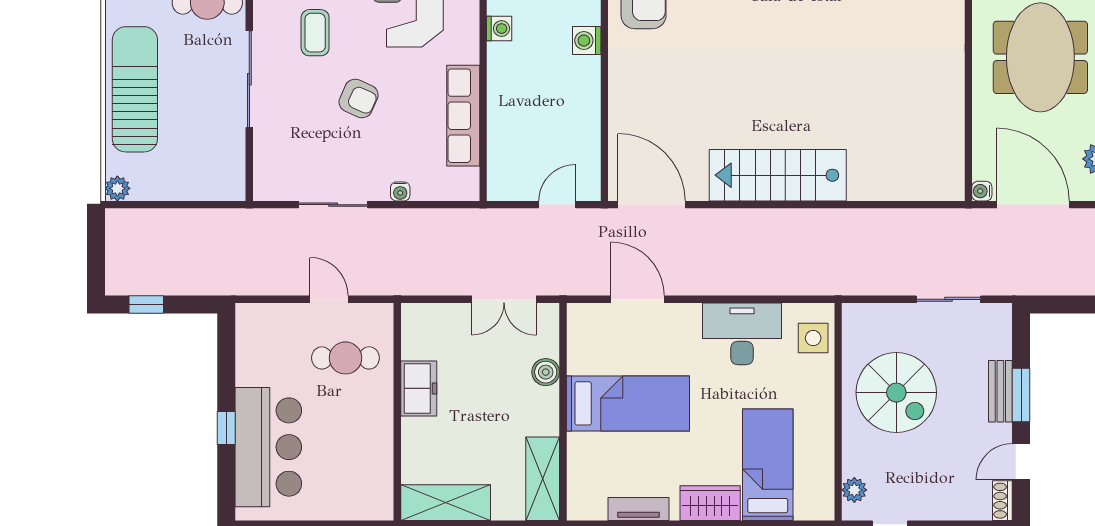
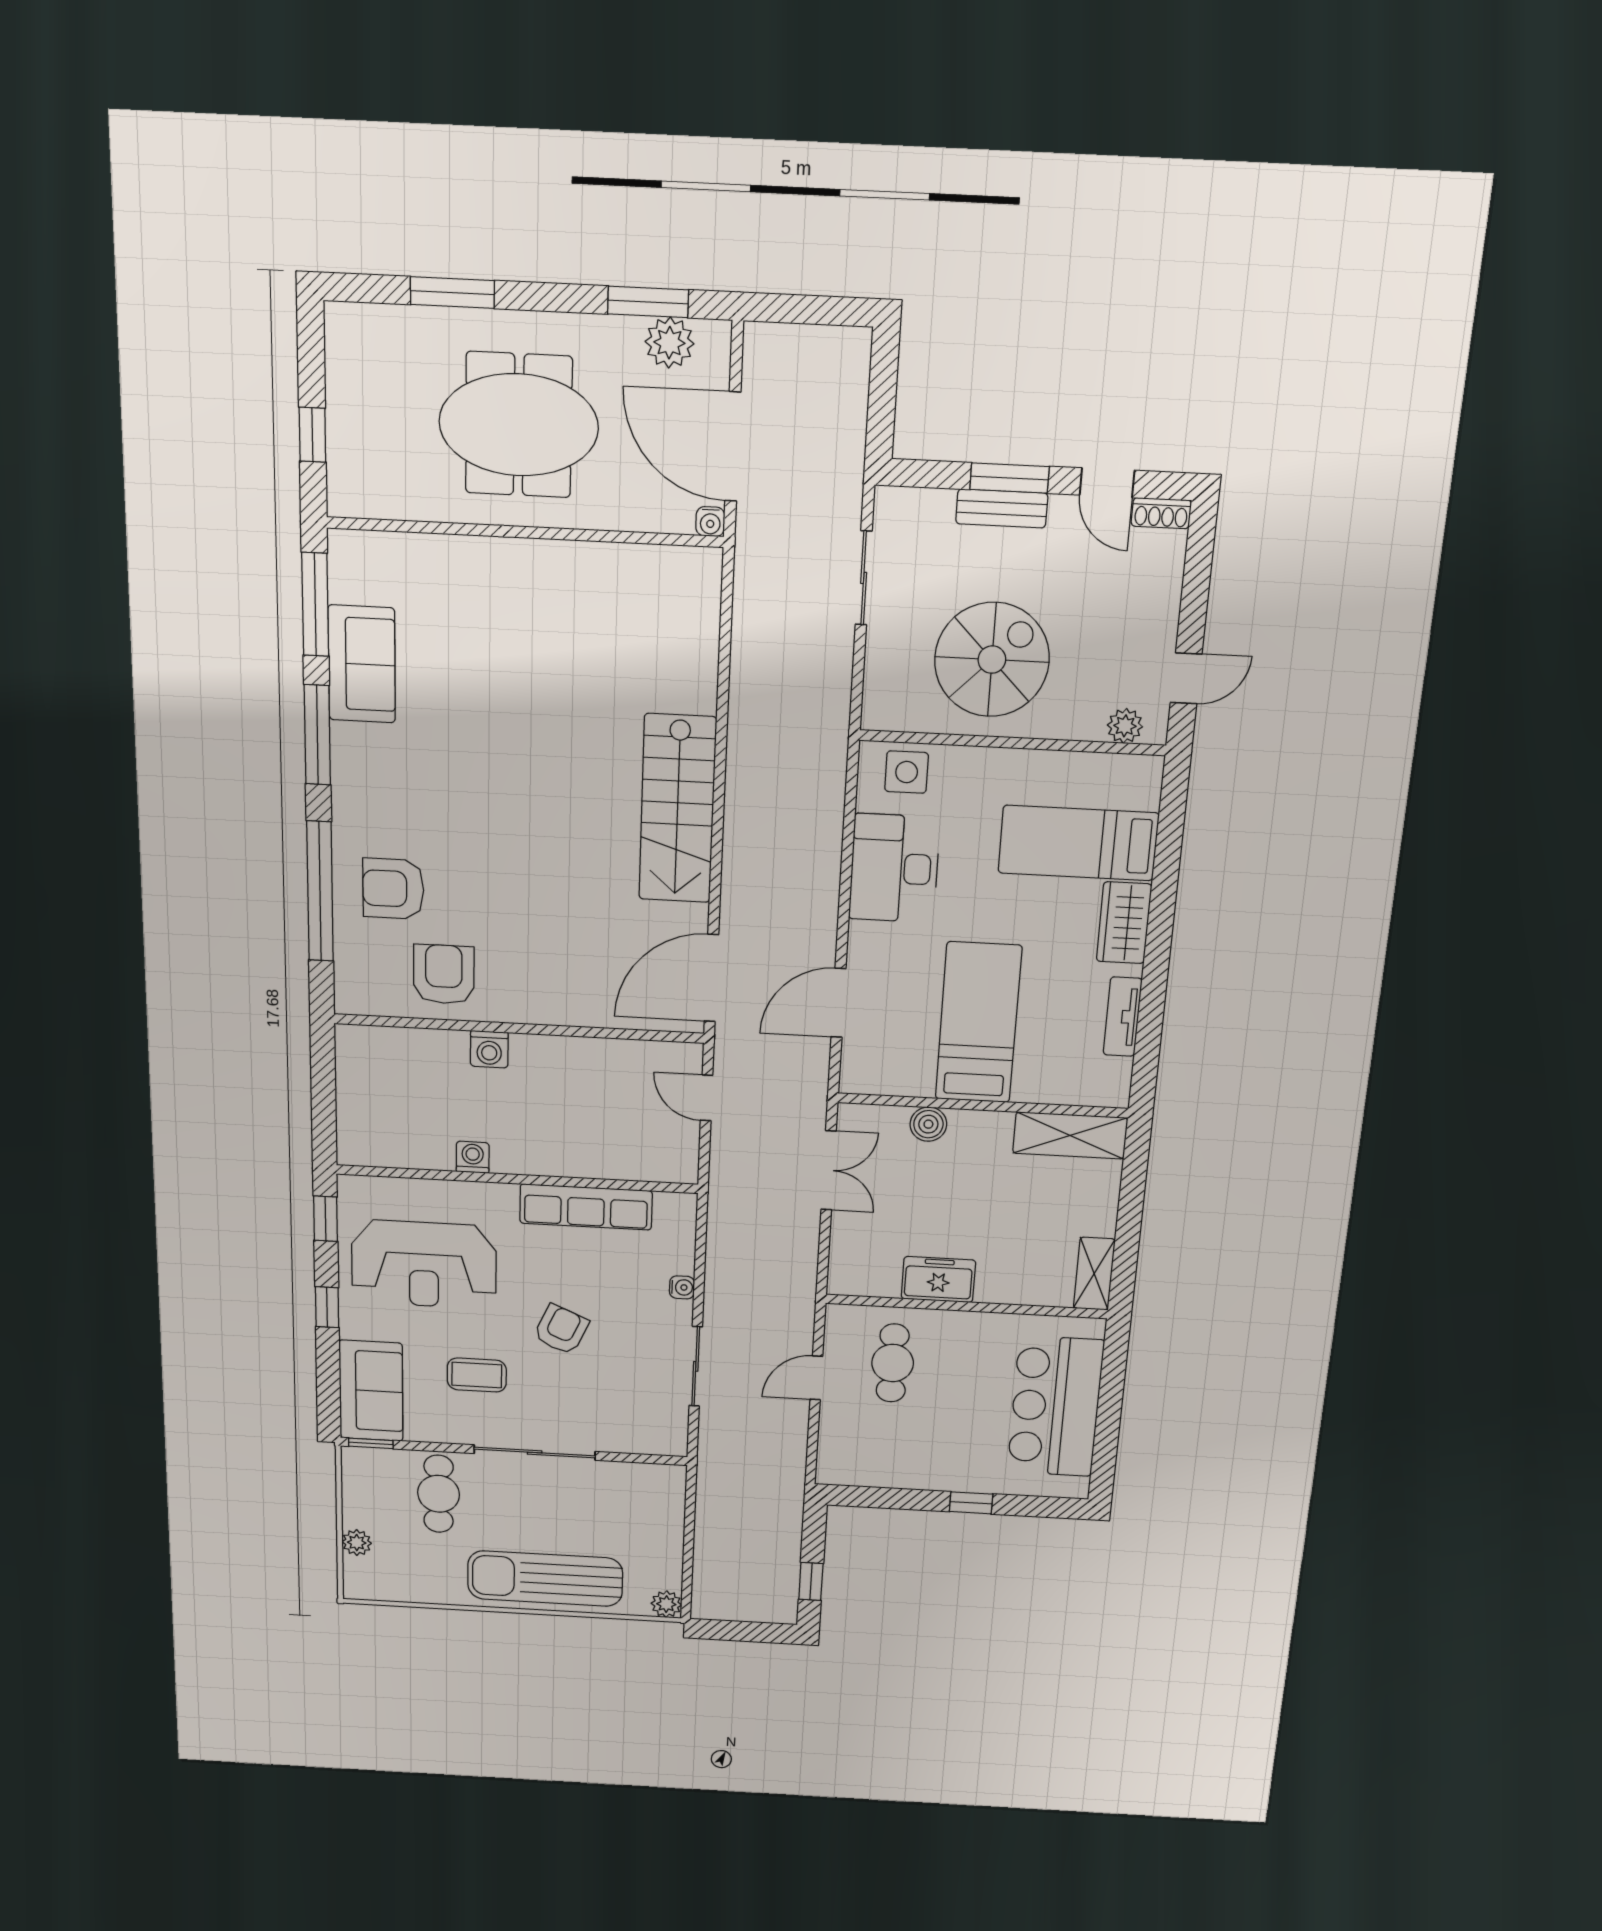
door: (1033, 205) -> (733, 447), hinge flipped
bar counter: (268, 447) -> (1055, 1406), moved, turned -90
shelving: (446, 503) -> (1094, 1274), width x0.67, depth x0.75

